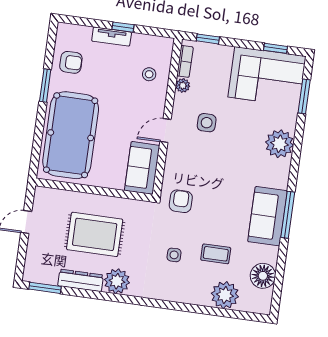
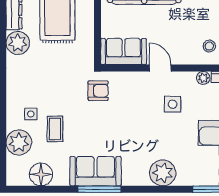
side table: (174, 255) -> (31, 114), moved

